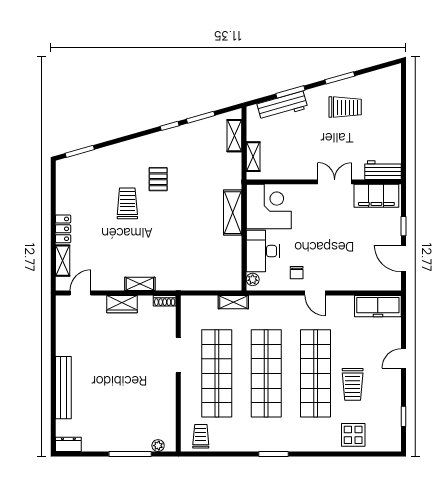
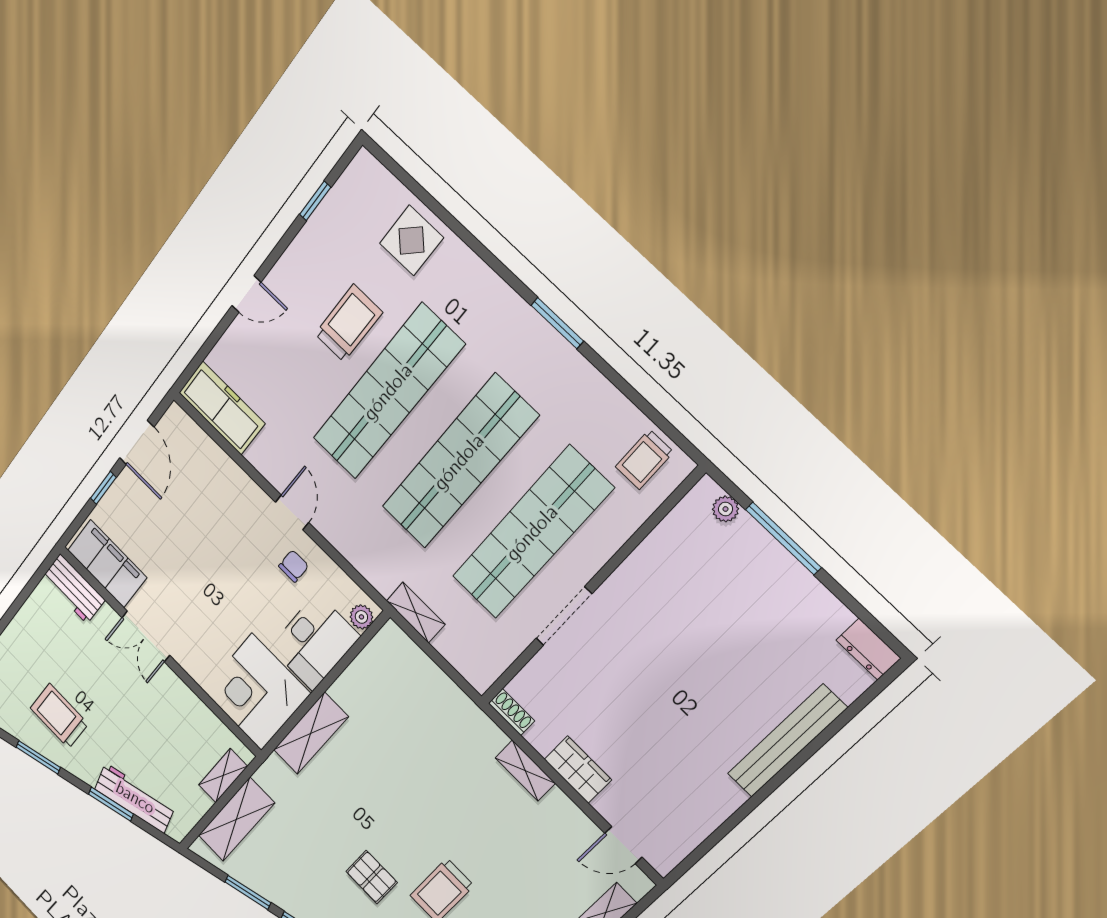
shelving: (234, 136) -> (236, 819), width x1.50, depth x1.33
pallet: (158, 179) -> (372, 877), turned 90

